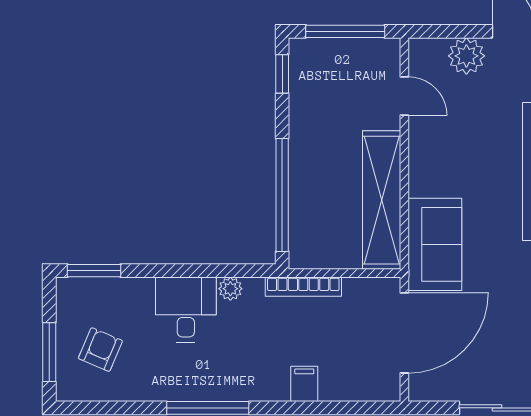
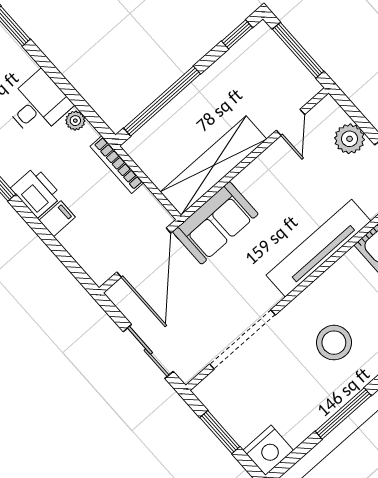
door: (404, 333) -> (144, 253), hinge flipped
printer: (264, 381) -> (36, 192), added

